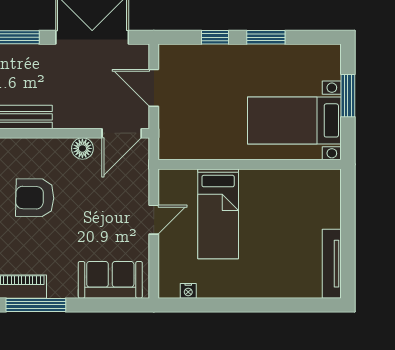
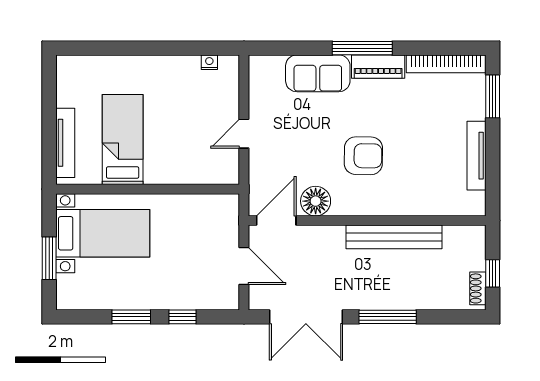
floor lamp: (82, 148) -> (316, 201), width x1.38, depth x1.38
bed: (218, 214) -> (123, 140), moved
tv unit: (332, 264) -> (65, 143), moved
sofa: (110, 280) -> (318, 73), moved

